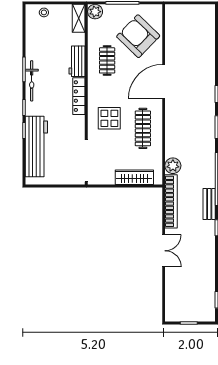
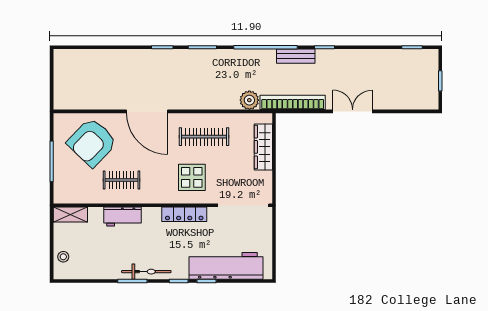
plant: (95, 12) -> (62, 195), removed
locker: (79, 96) -> (184, 214), moved

